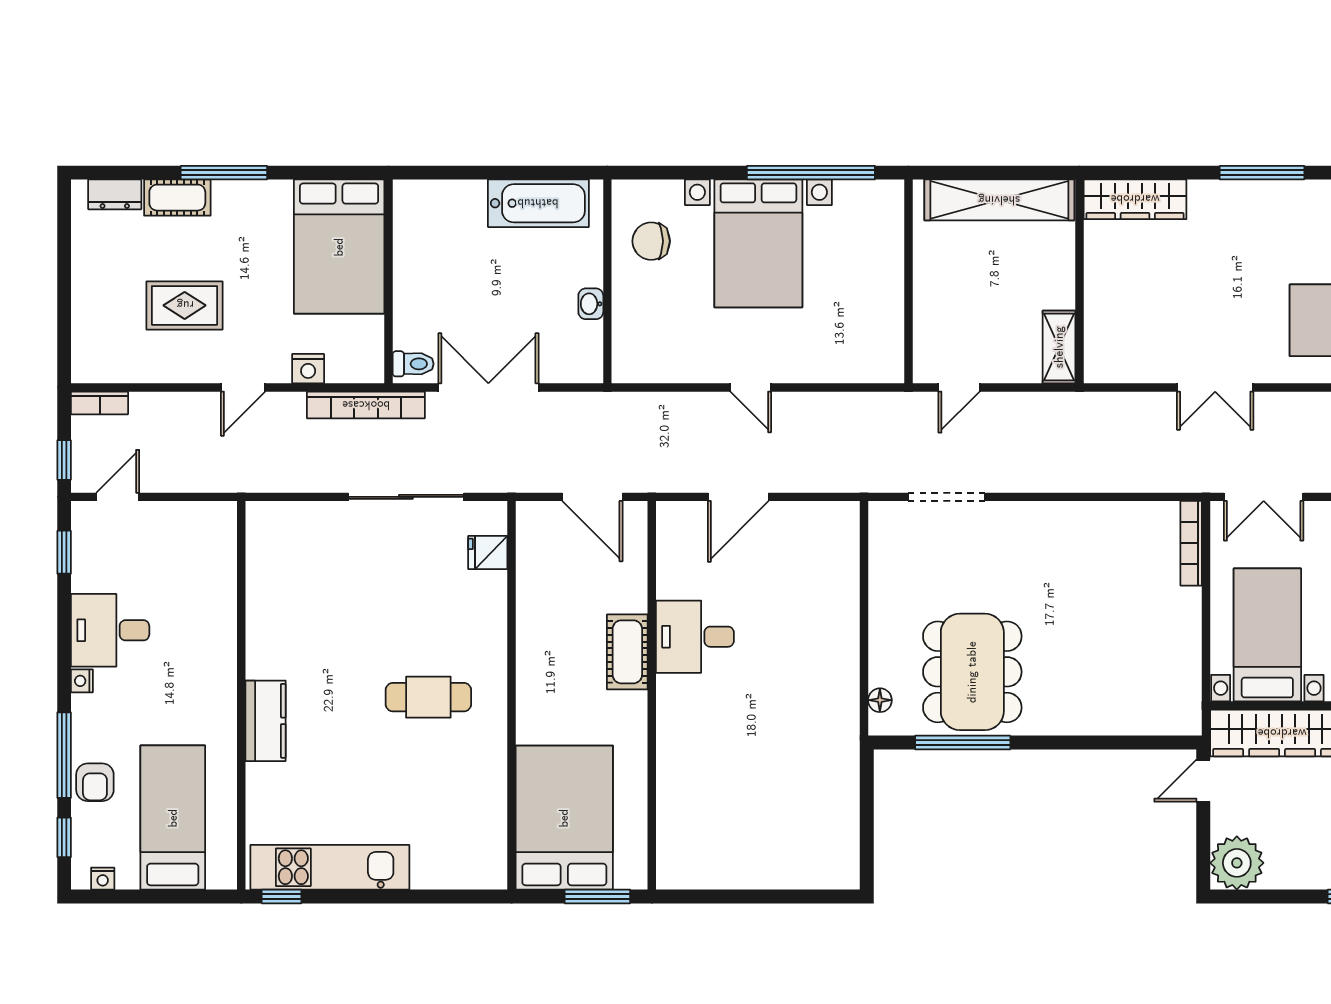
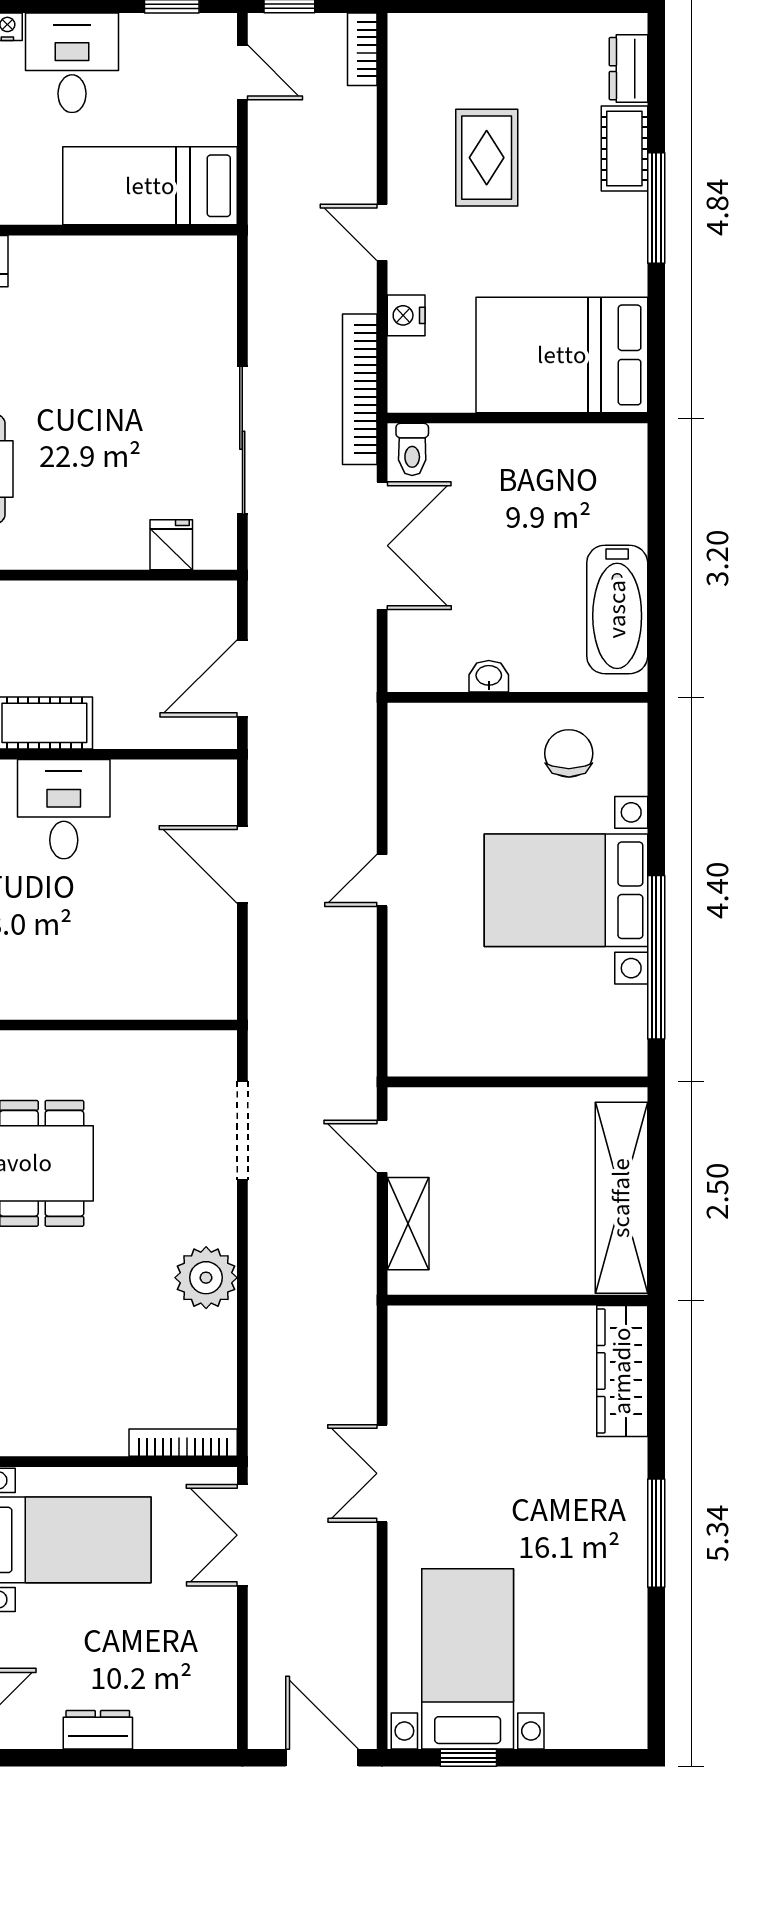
shelving: (1059, 347) -> (408, 1224), moved, turned 90
plant: (1062, 525) -> (206, 1278), added
bed: (207, 569) -> (150, 186), added

